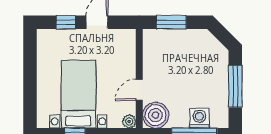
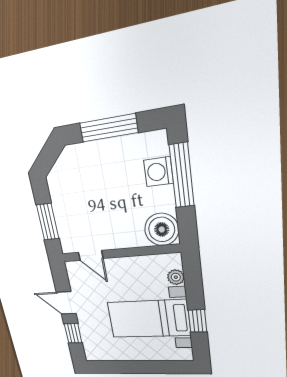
door: (139, 90) -> (91, 255), moved
plant: (129, 121) -> (176, 277), moved

